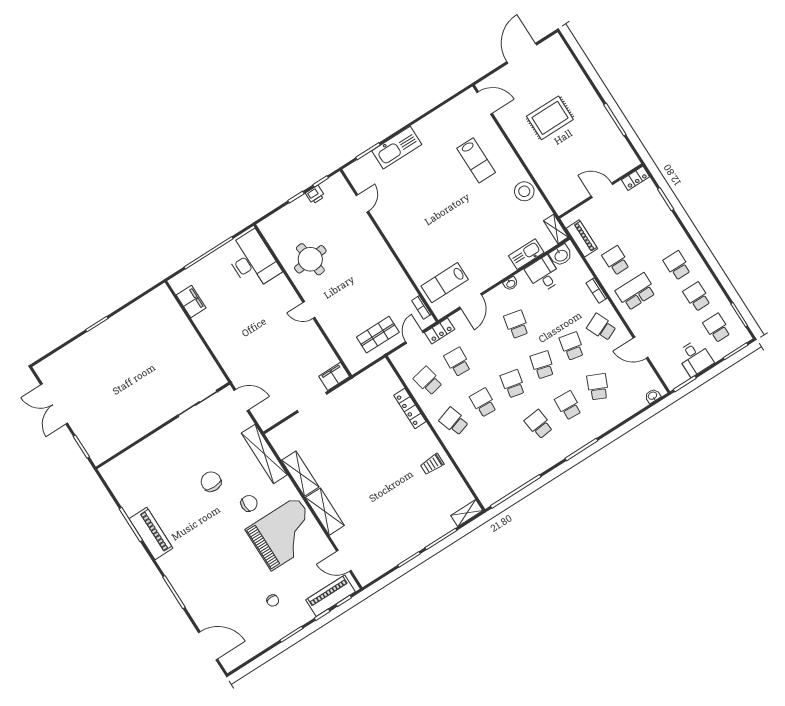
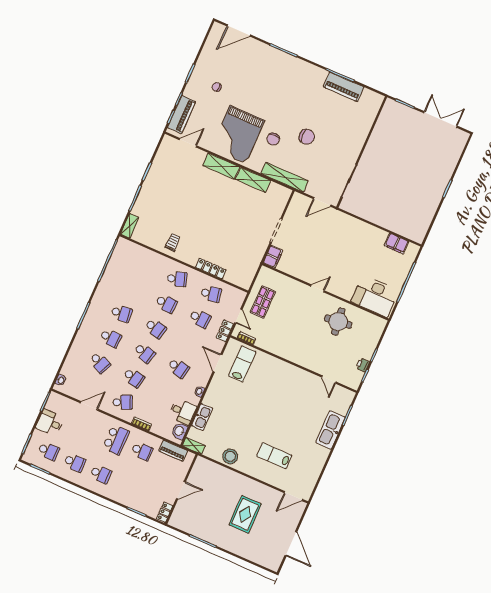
piano: (151, 533) -> (344, 87), moved

